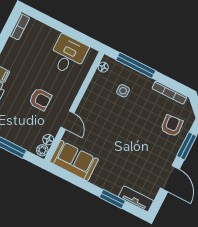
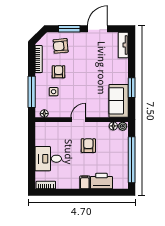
desk: (68, 55) -> (48, 159), moved
armchair: (143, 108) -> (59, 72), added
door: (67, 120) -> (78, 120), moved
window: (112, 199) -> (132, 88), moved

